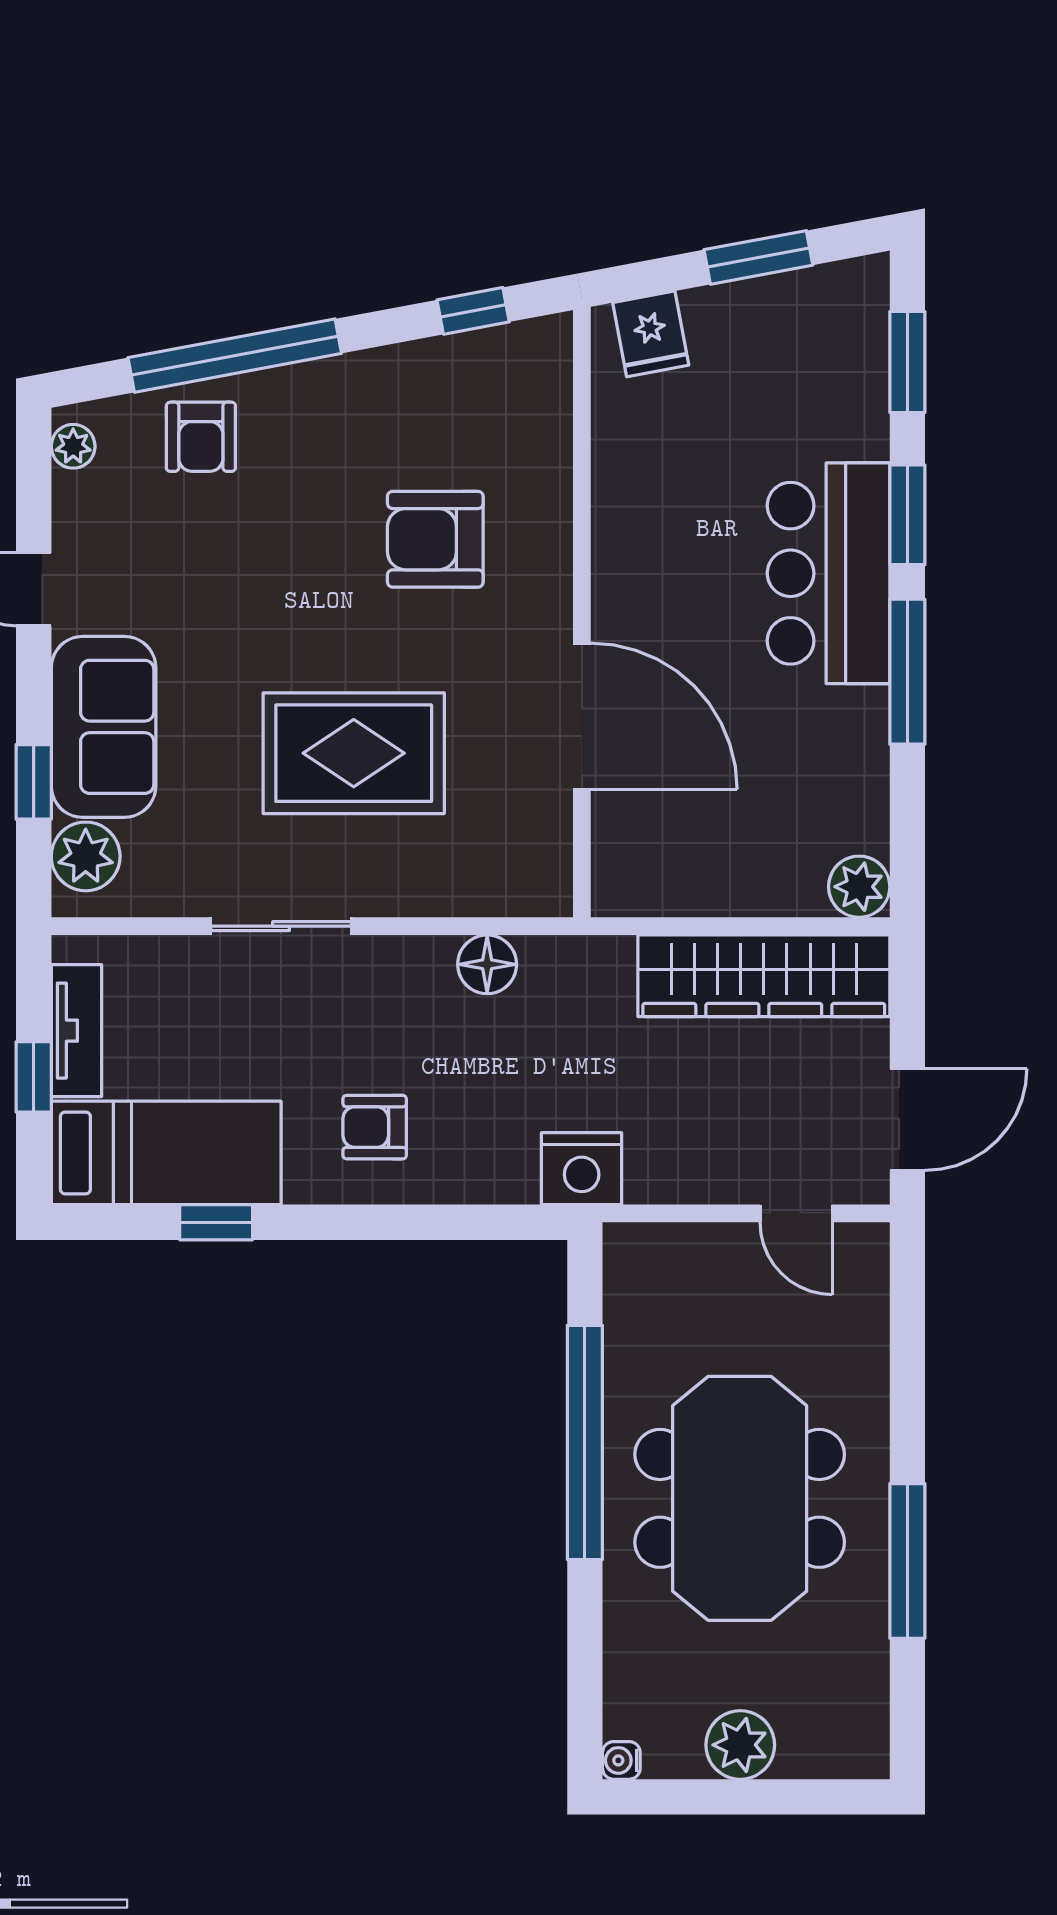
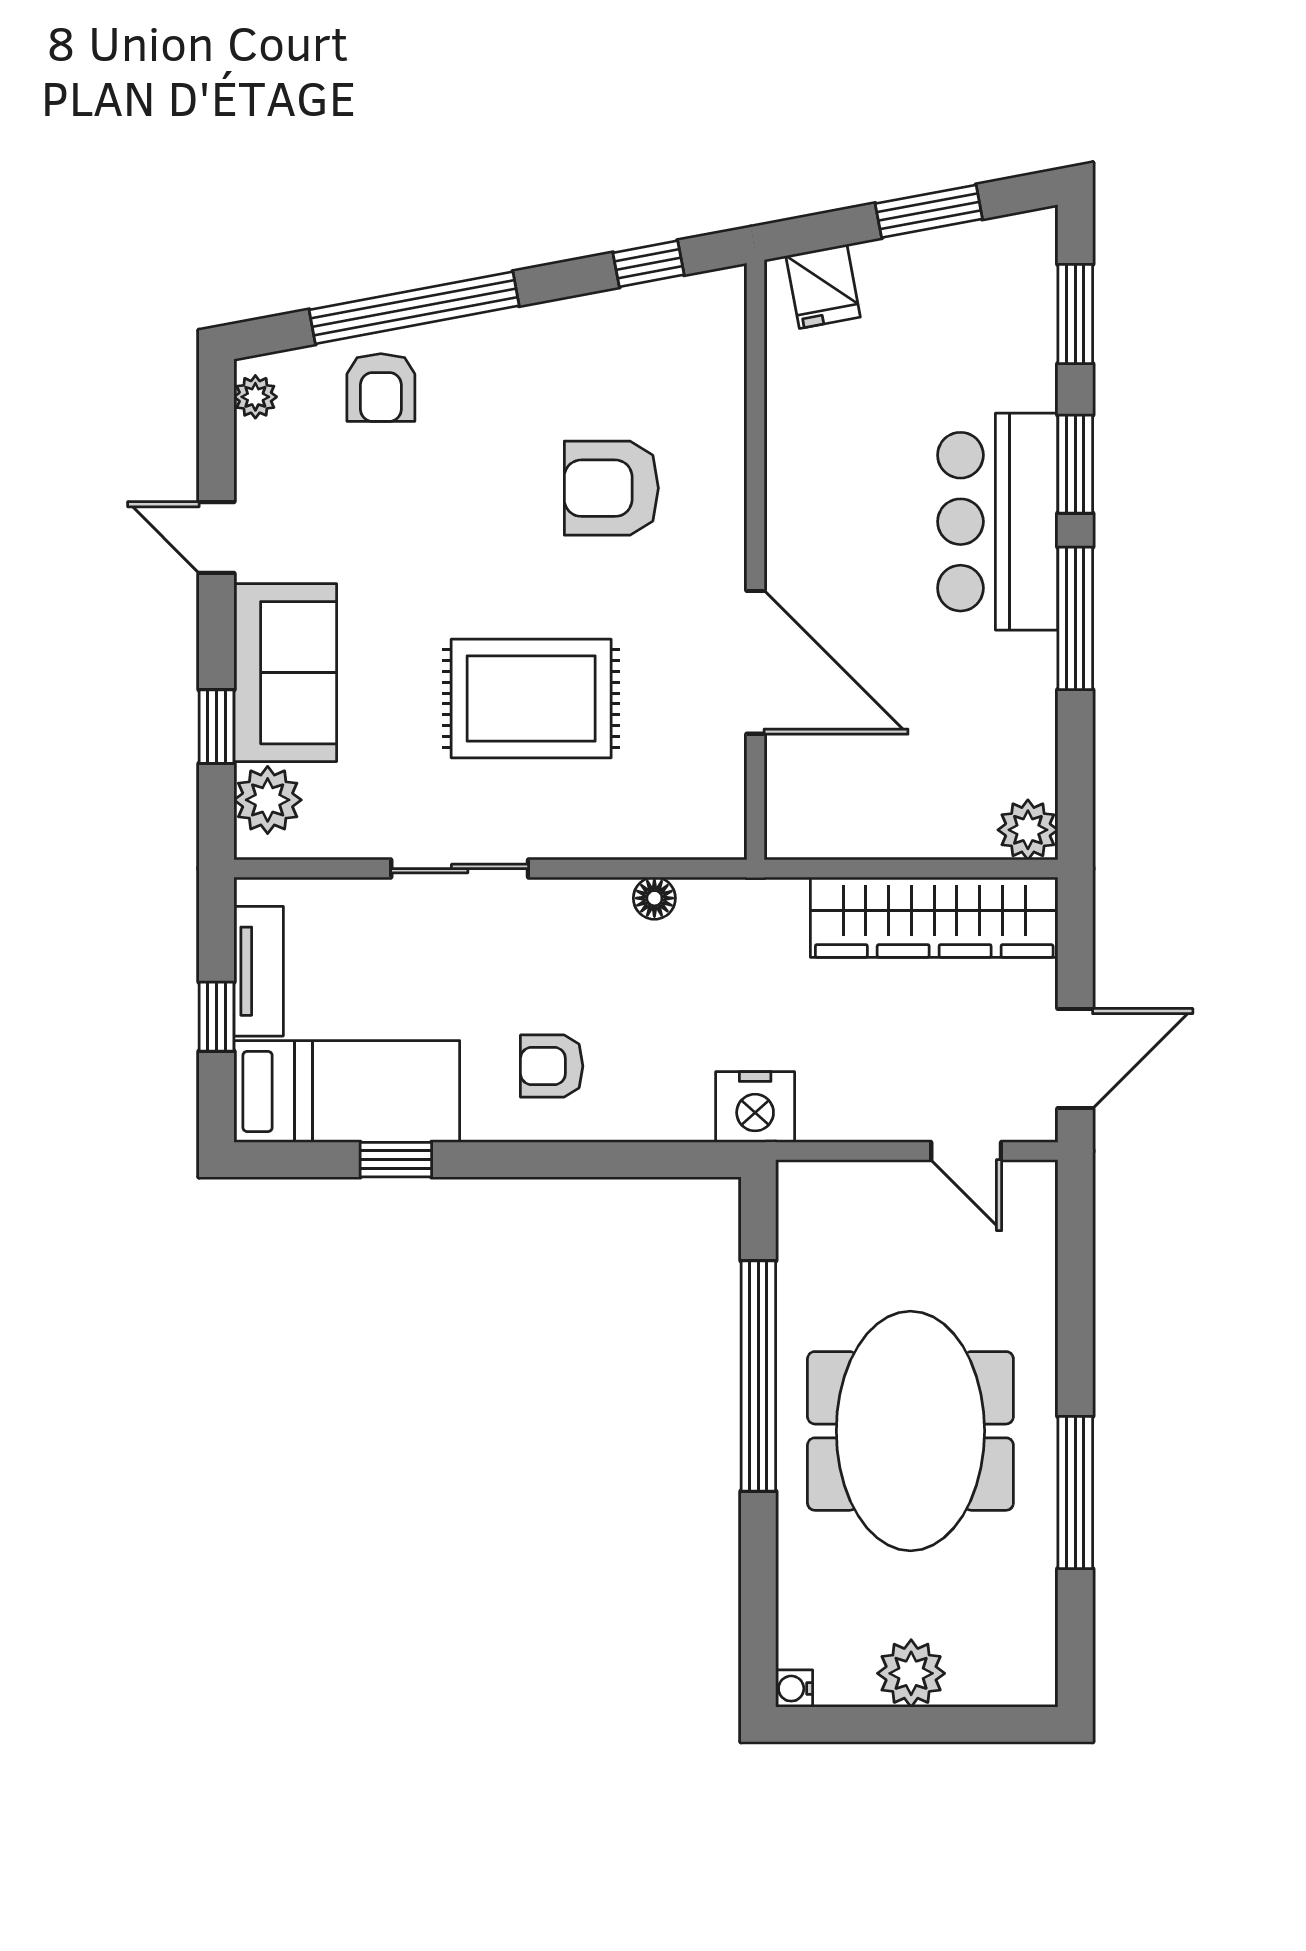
floor lamp: (487, 964) -> (654, 898), width x0.73, depth x0.73

